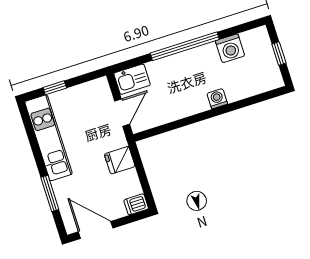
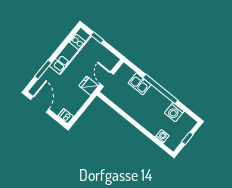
kitchen sink: (132, 79) -> (140, 84), moved
washing machine: (217, 99) -> (162, 136), moved
door: (122, 113) -> (107, 79), swing flipped
fridge: (120, 160) -> (89, 86), moved

